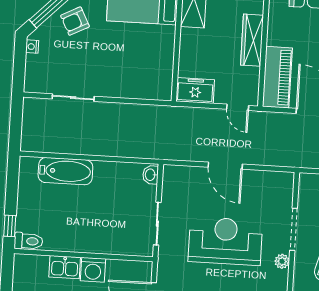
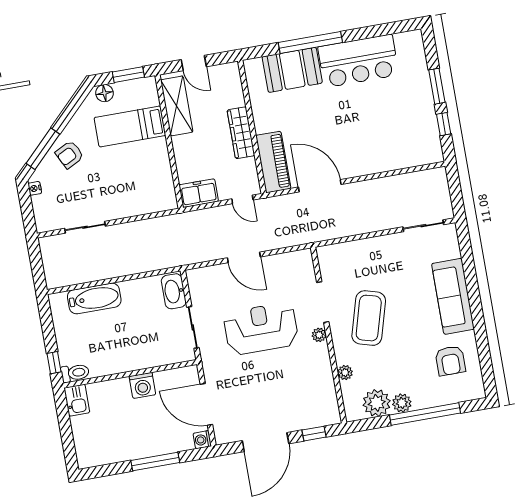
washbasin: (151, 175) -> (174, 291), width x1.91, depth x1.45
kitchen sink: (65, 267) -> (77, 400), moved, turned -90

